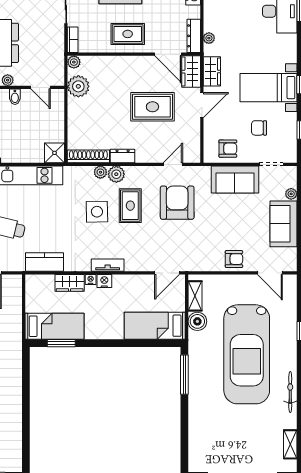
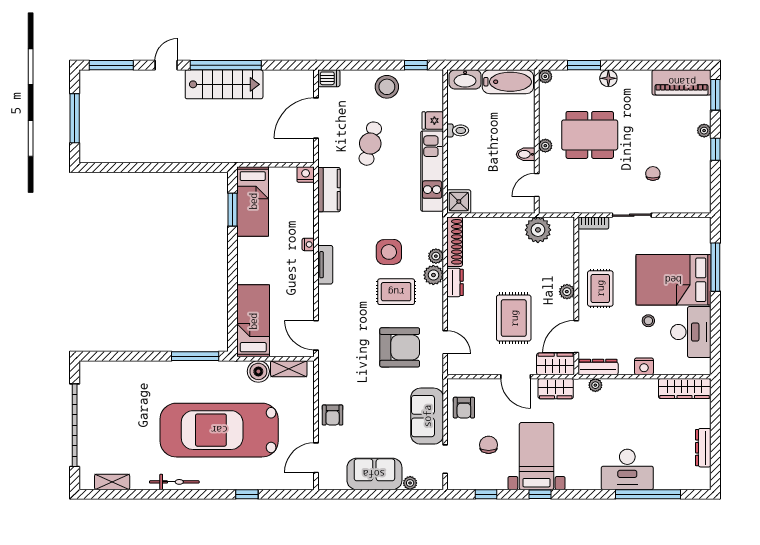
plant: (74, 62) -> (567, 292), moved
nightstand: (104, 281) -> (306, 175), moved, turned -90
wardrobe: (70, 283) -> (304, 219), removed

